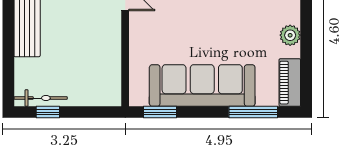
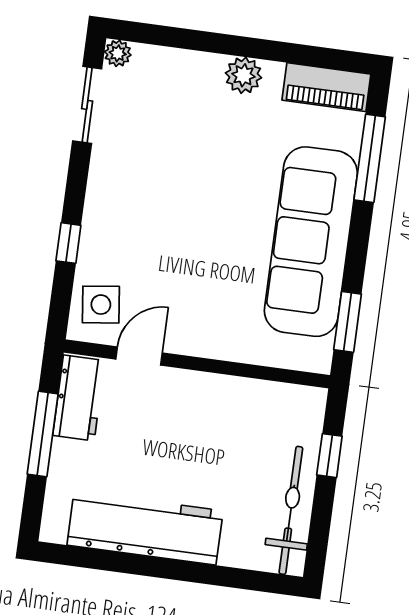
bicycle: (41, 98) -> (291, 510), width x1.37, depth x1.40
window: (48, 112) -> (329, 456), moved

